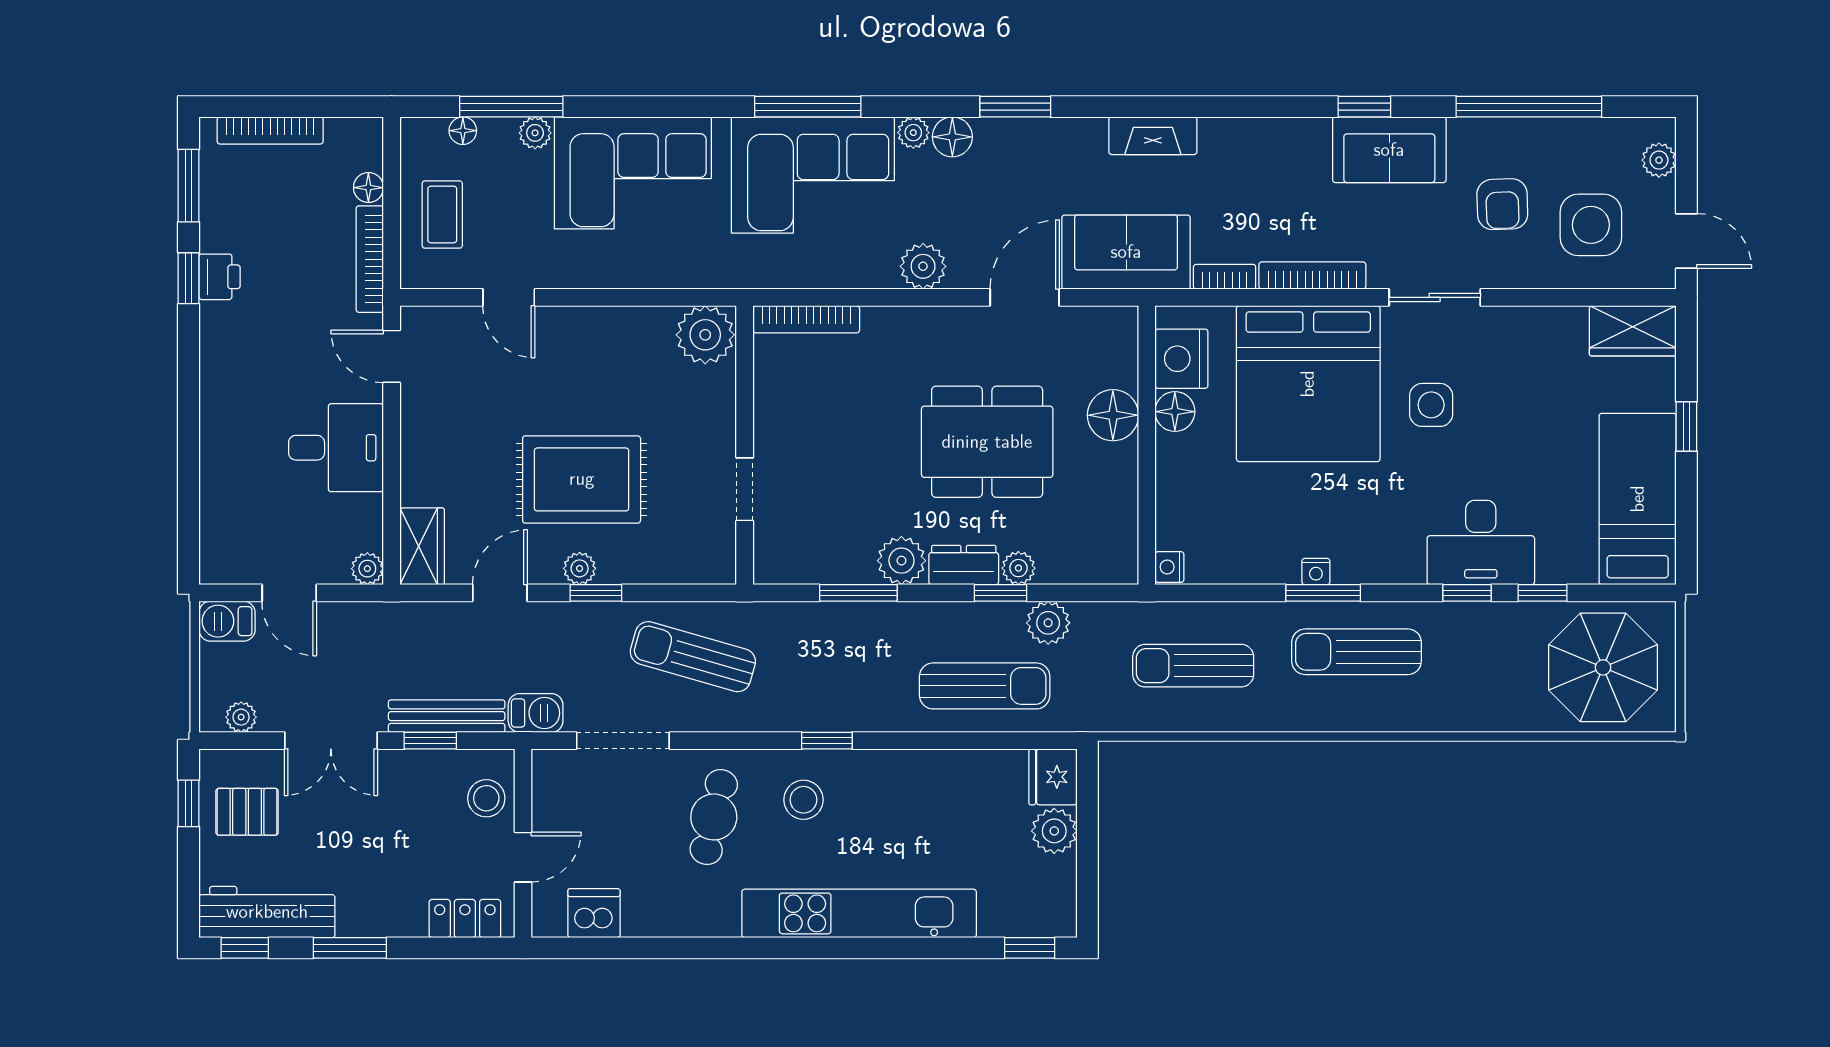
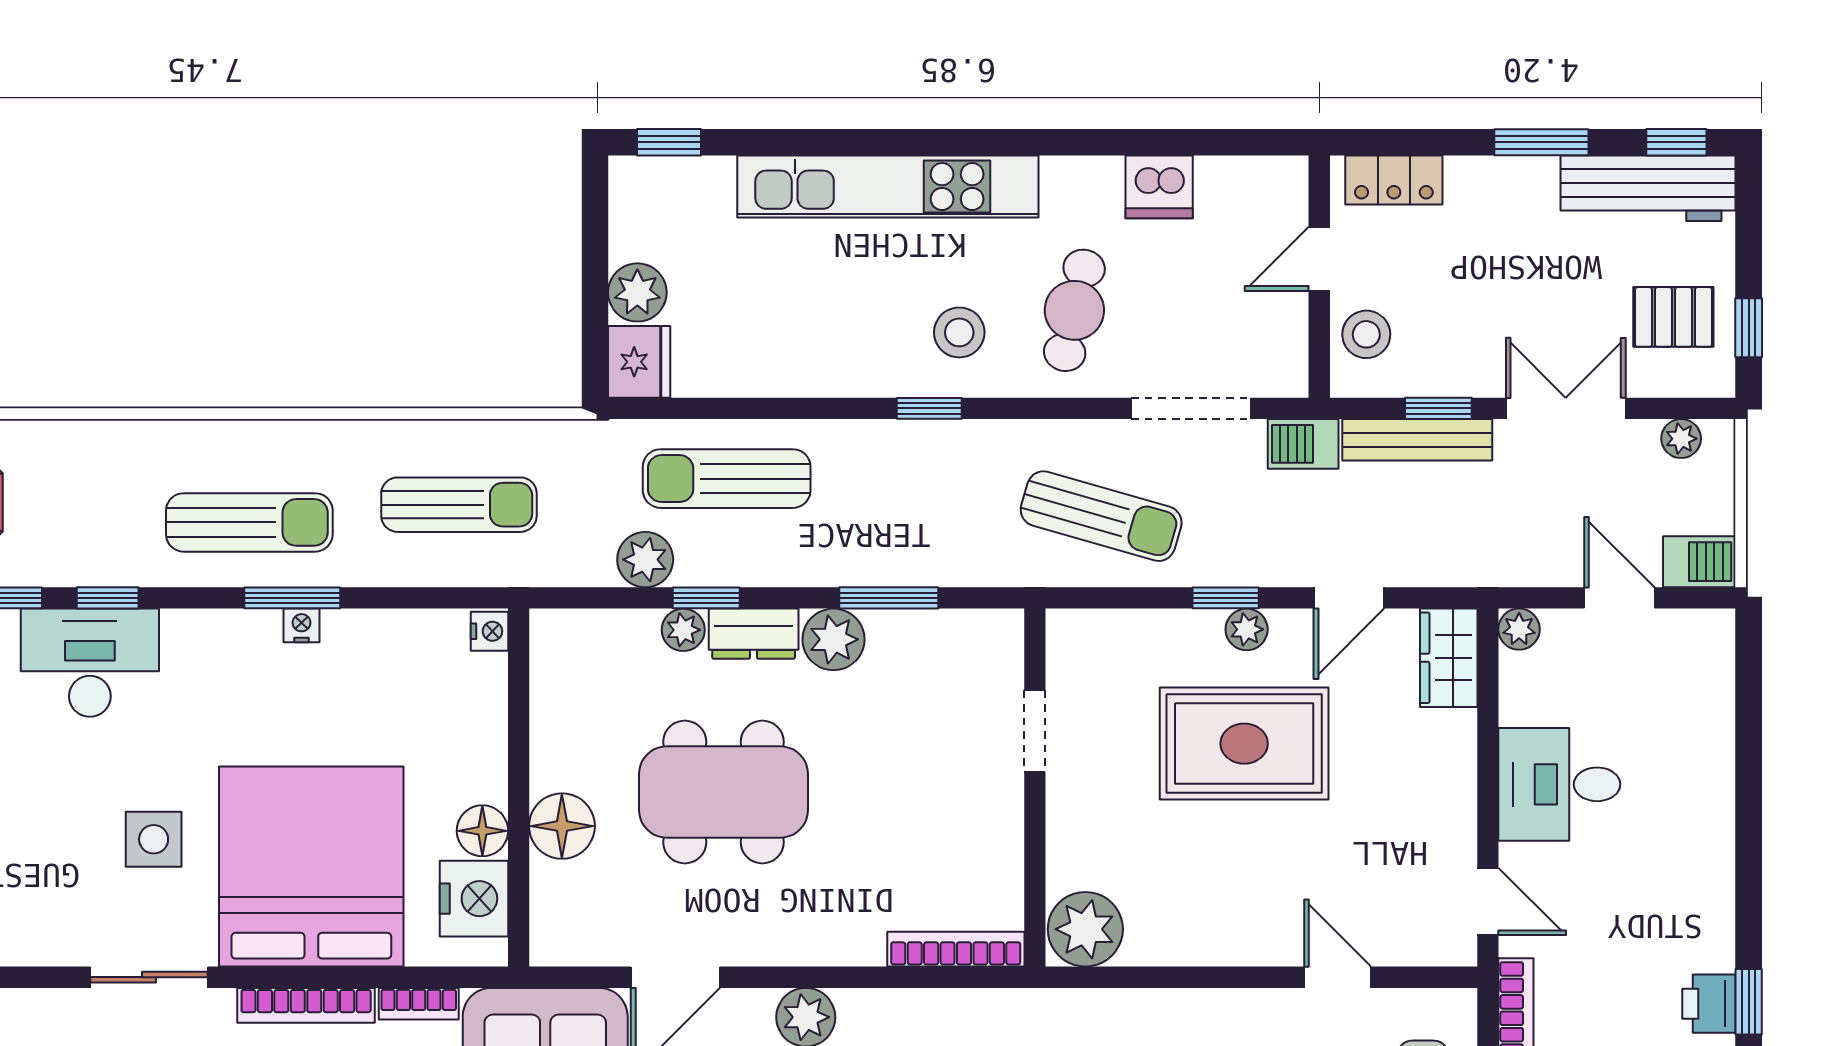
dishwasher: (594, 913) -> (1159, 187), moved

